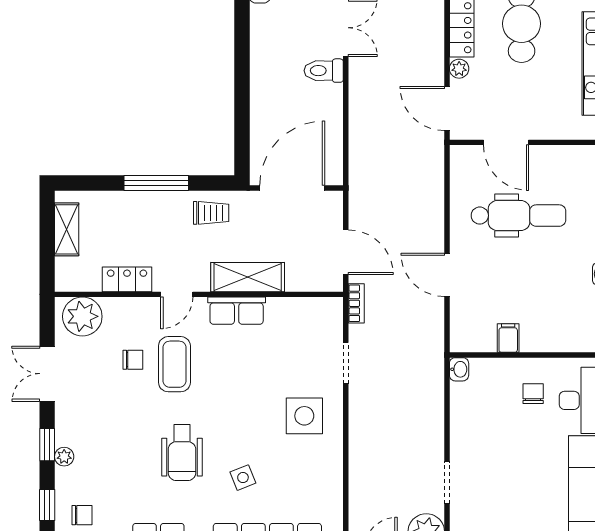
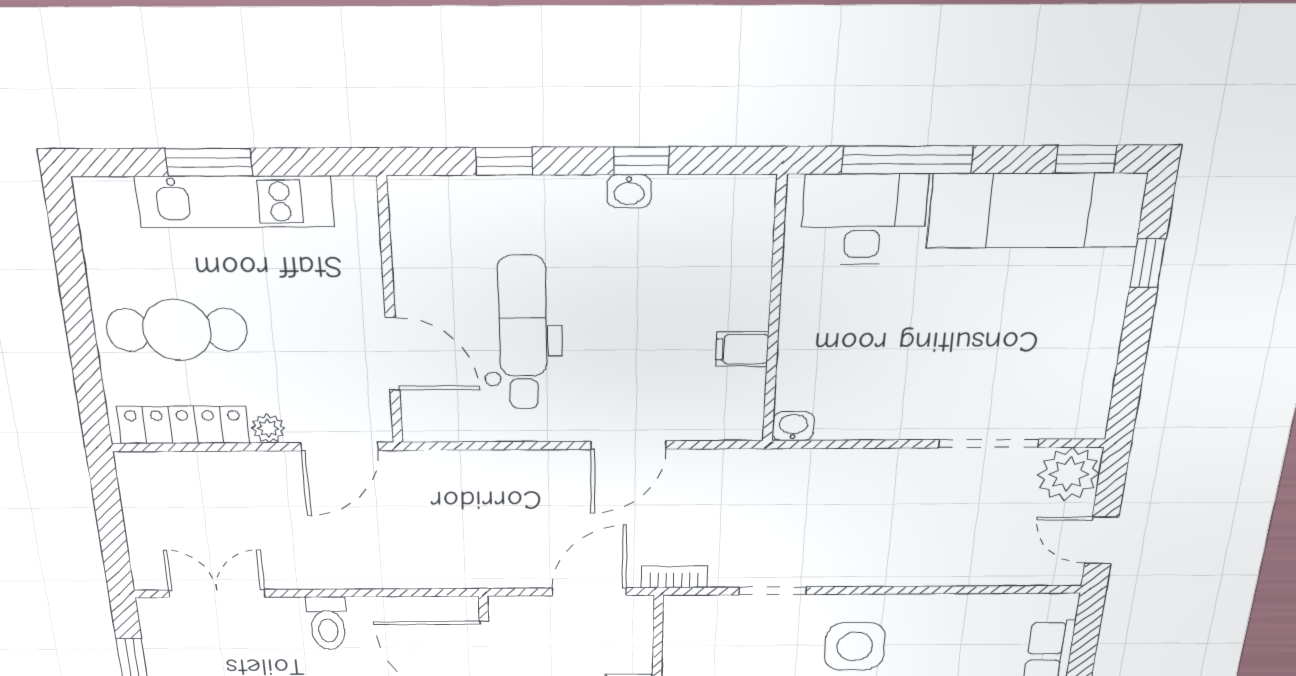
toilet: (324, 71) -> (328, 623), moved
door: (506, 142) -> (393, 354), hinge flipped
chair: (533, 394) -> (845, 308), removed
doorway: (447, 483) -> (989, 444), width x1.38

